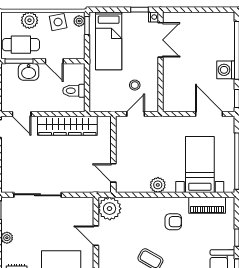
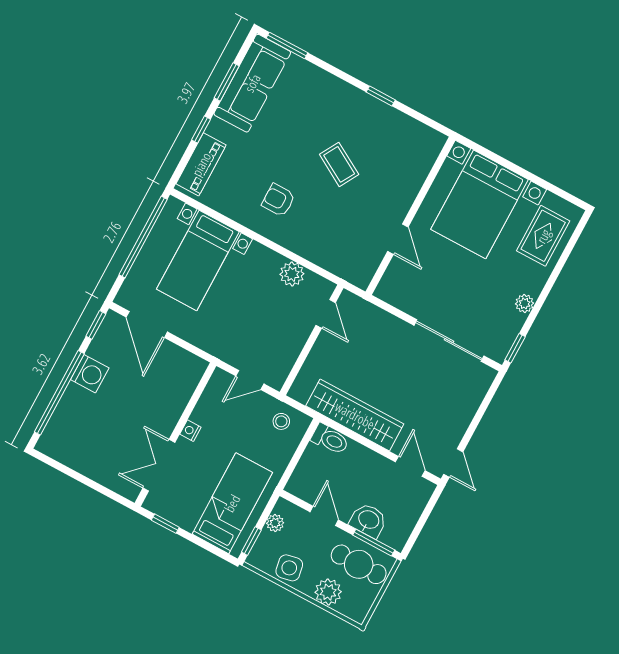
nightstand: (153, 17) -> (190, 431), moved
plant: (79, 21) -> (275, 523), moved
stool: (135, 85) -> (281, 421), moved
toilet: (74, 91) -> (330, 439), moved
plant: (158, 185) -> (292, 274), moved
piano: (207, 205) -> (201, 164), moved, turned 90
plant: (110, 209) -> (358, 267), removed

